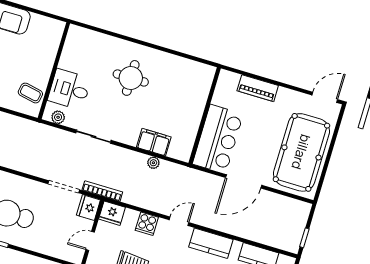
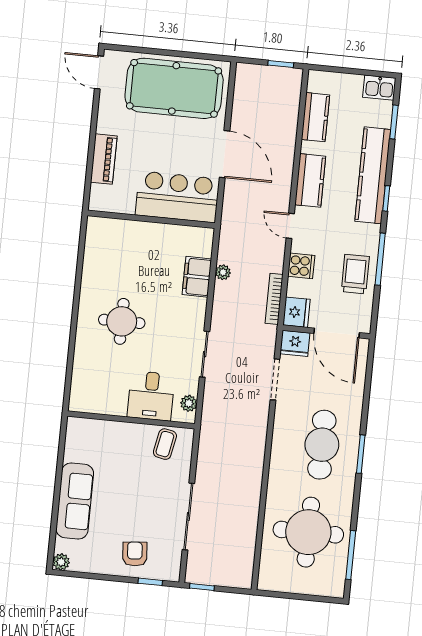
bookcase: (102, 191) -> (274, 299), moved
door: (90, 241) -> (337, 333), width x1.88

